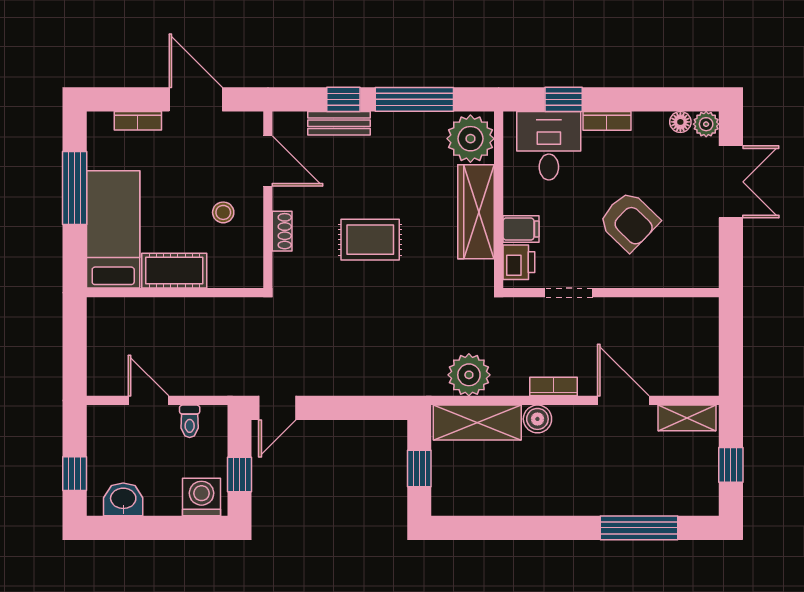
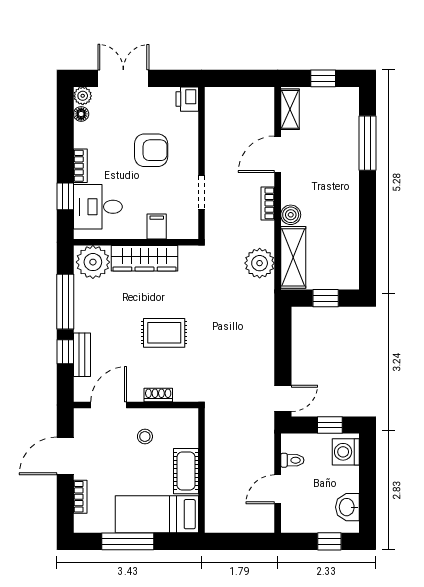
armchair: (629, 221) -> (151, 150), turned 46
rug: (370, 240) -> (164, 333), turned 90
printer: (519, 262) -> (187, 99), moved, turned -90
door: (277, 408) -> (283, 398), hinge flipped

